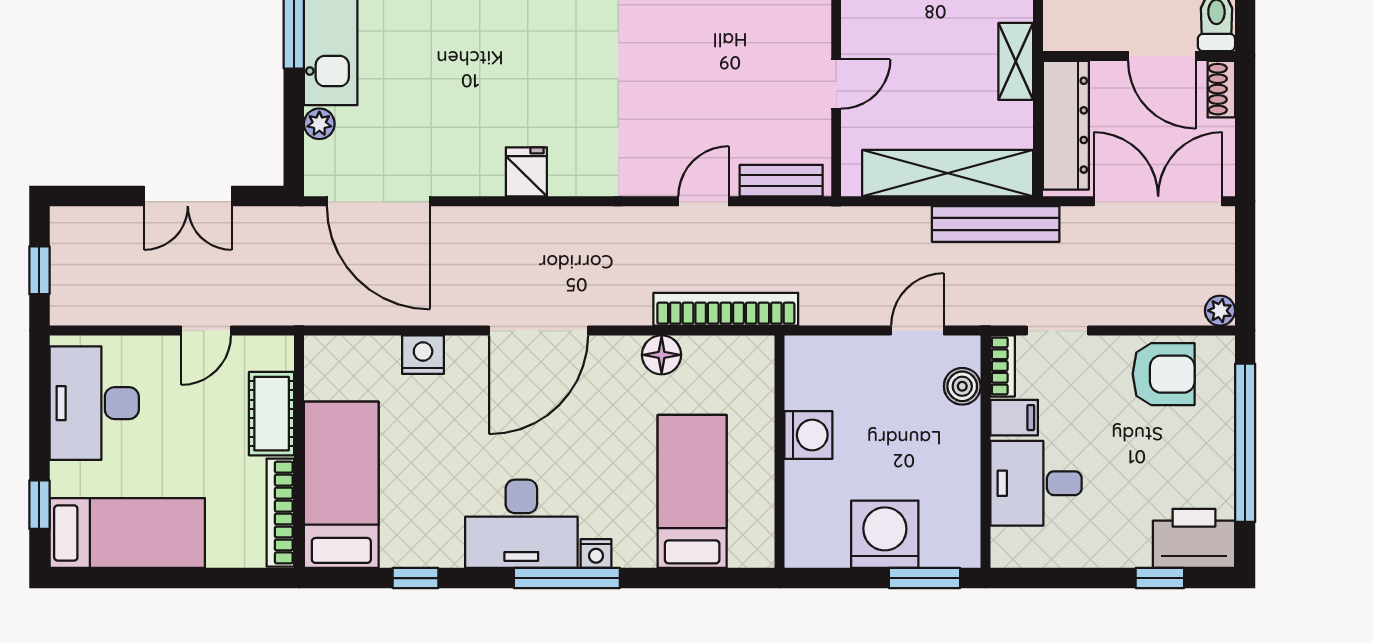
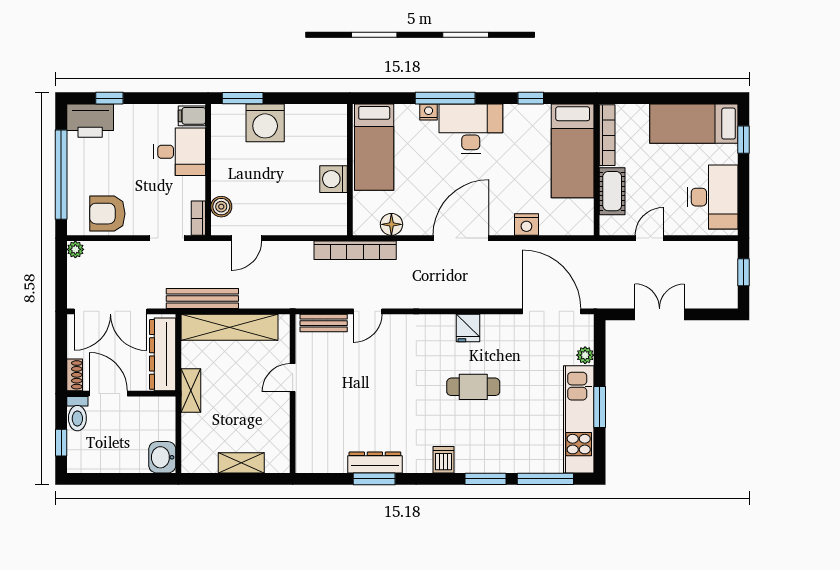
cafe table: (517, 68) -> (473, 387), added
filing cabinet: (1014, 418) -> (192, 116), moved
washing machine: (808, 435) -> (333, 179), moved
wall: (780, 452) -> (350, 170), moved

